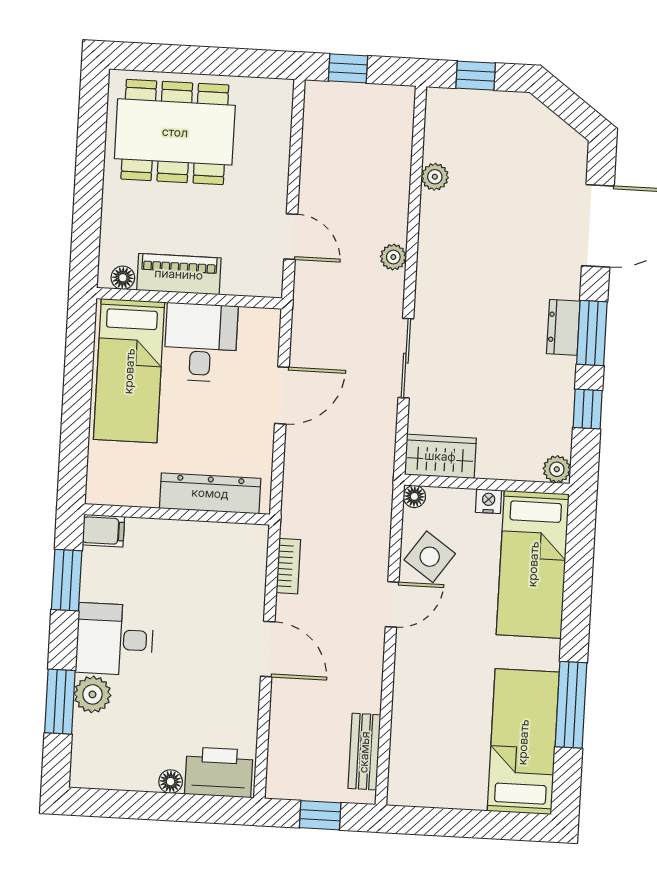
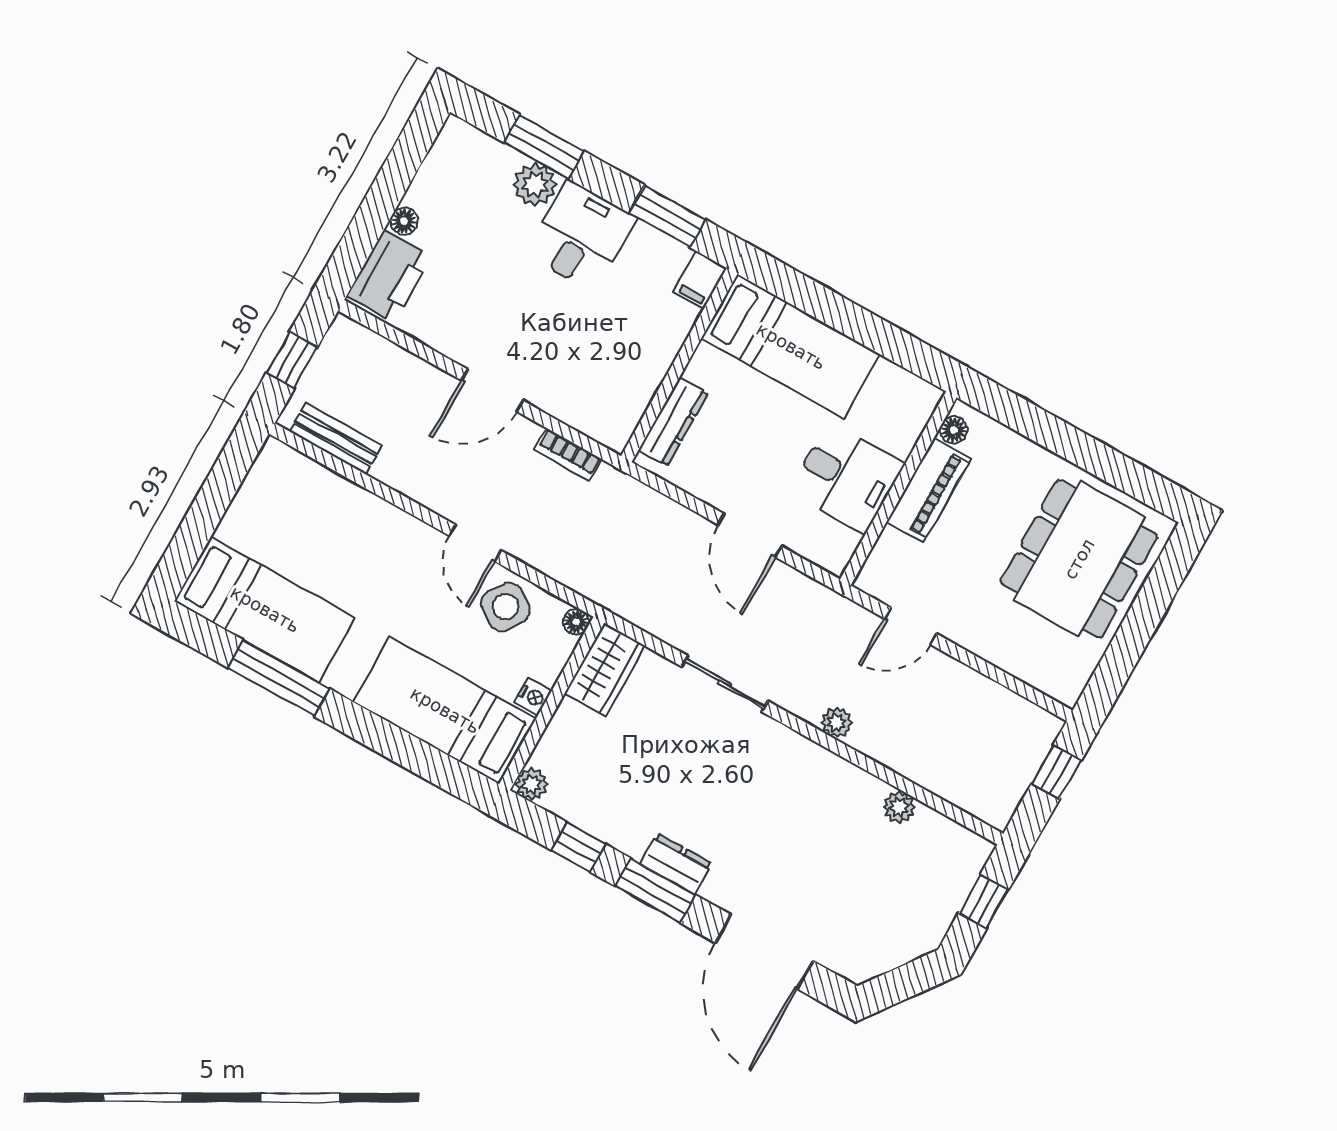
bed: (129, 371) -> (791, 346), moved, turned 180
dresser: (210, 493) -> (673, 422), width x0.73, depth x0.80

